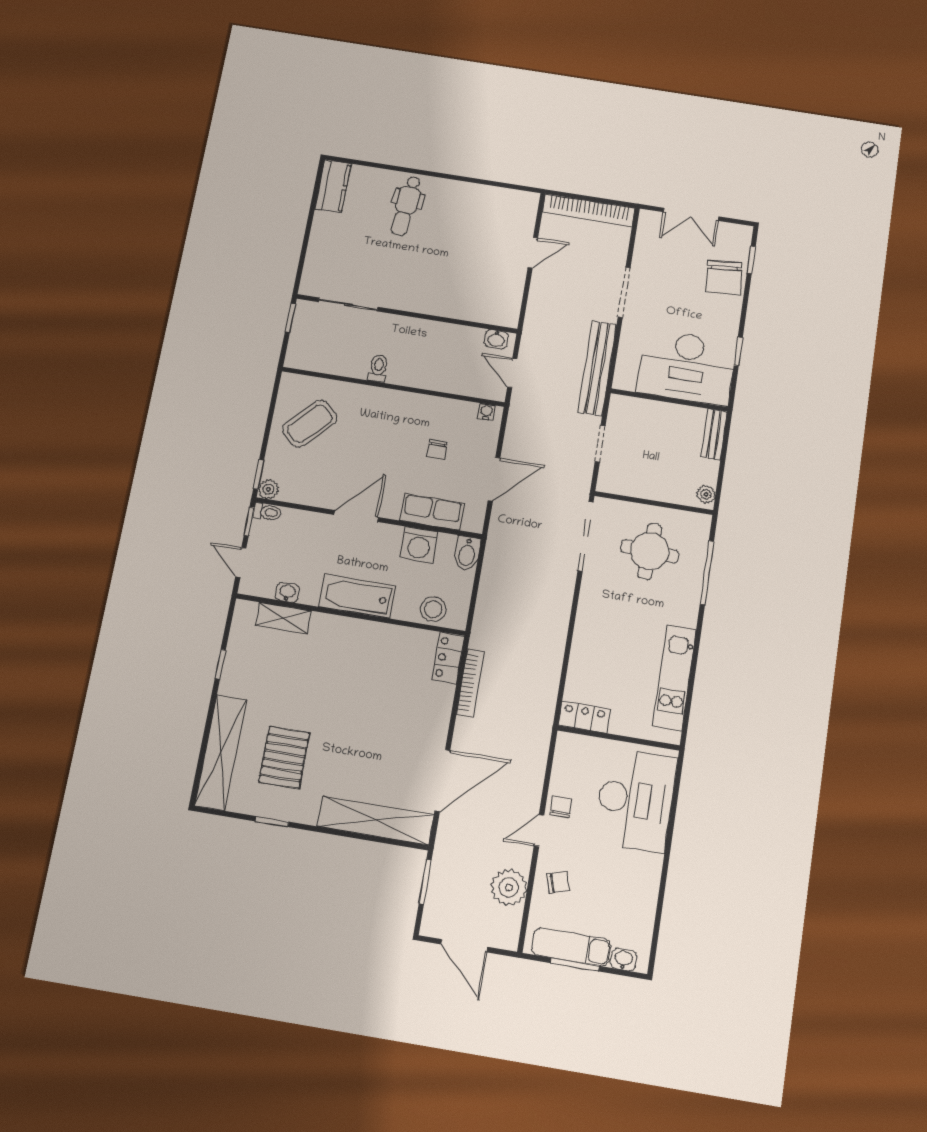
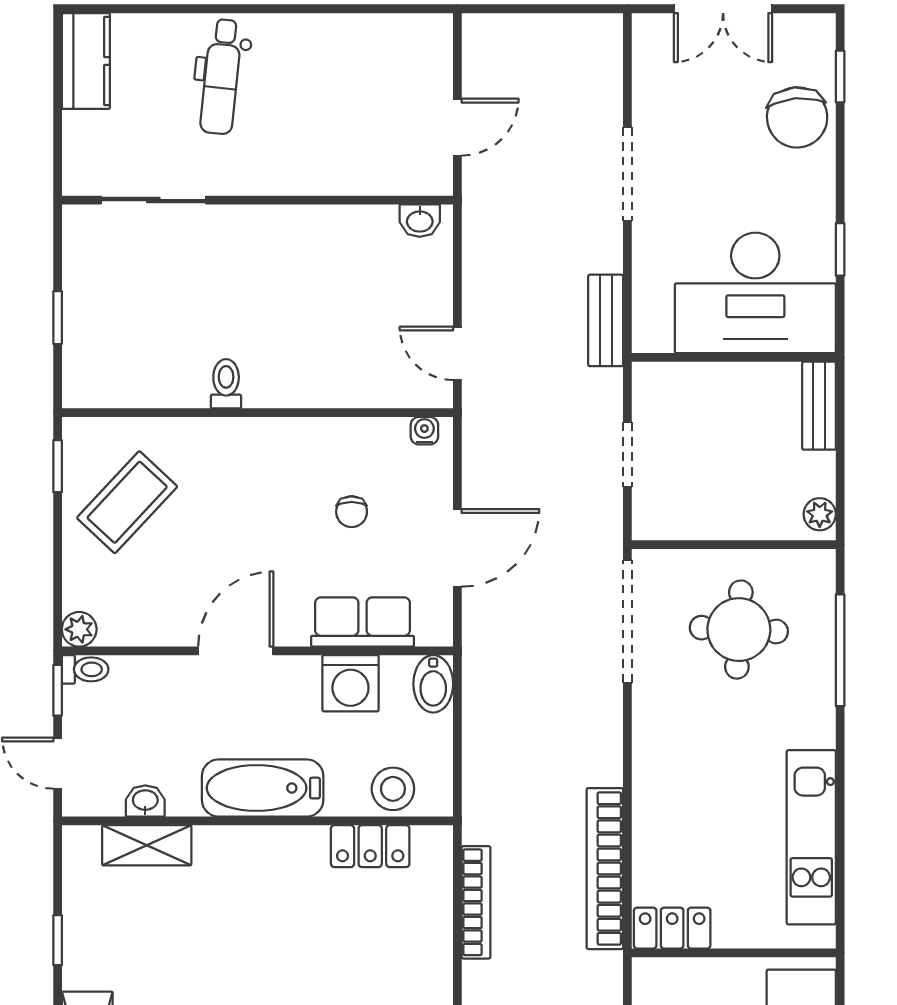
bookcase: (589, 210) -> (605, 869), moved, turned 90
sliding door: (348, 304) -> (153, 200), moved
wall: (407, 314) -> (257, 200), moved
washbasin: (496, 339) -> (420, 221), moved
bench: (597, 368) -> (606, 320), width x0.54, depth x0.82
window: (259, 474) -> (58, 466), moved
locker: (448, 658) -> (370, 846), moved, turned -90

